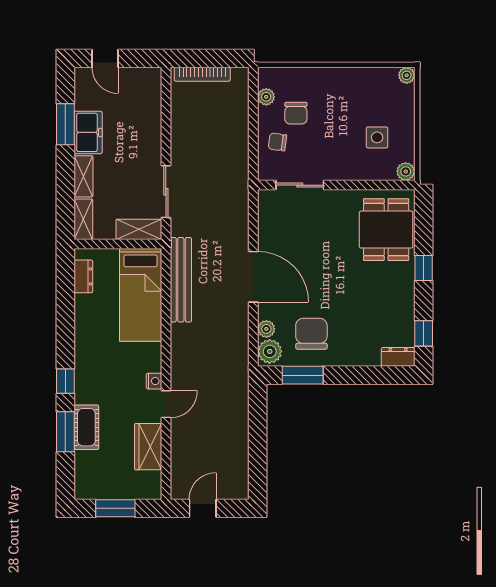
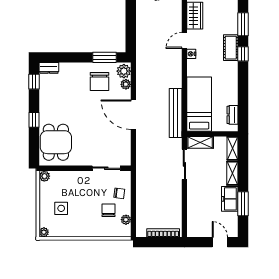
side table: (377, 137) -> (61, 208), moved
cot: (86, 427) -> (231, 48), moved

